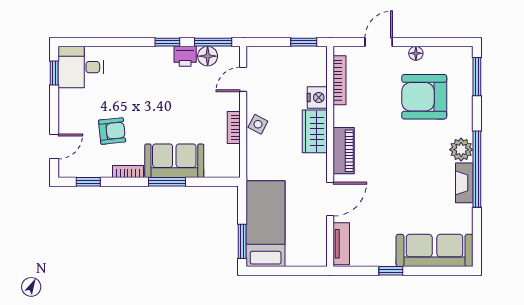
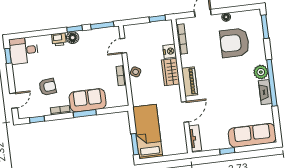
printer: (185, 56) -> (59, 39), moved
floor lamp: (208, 56) -> (73, 38), moved

